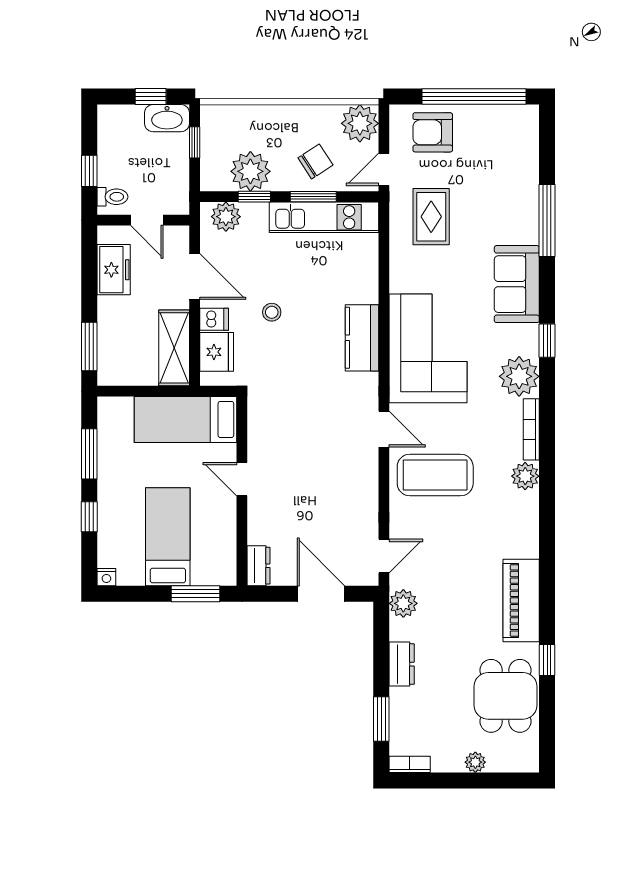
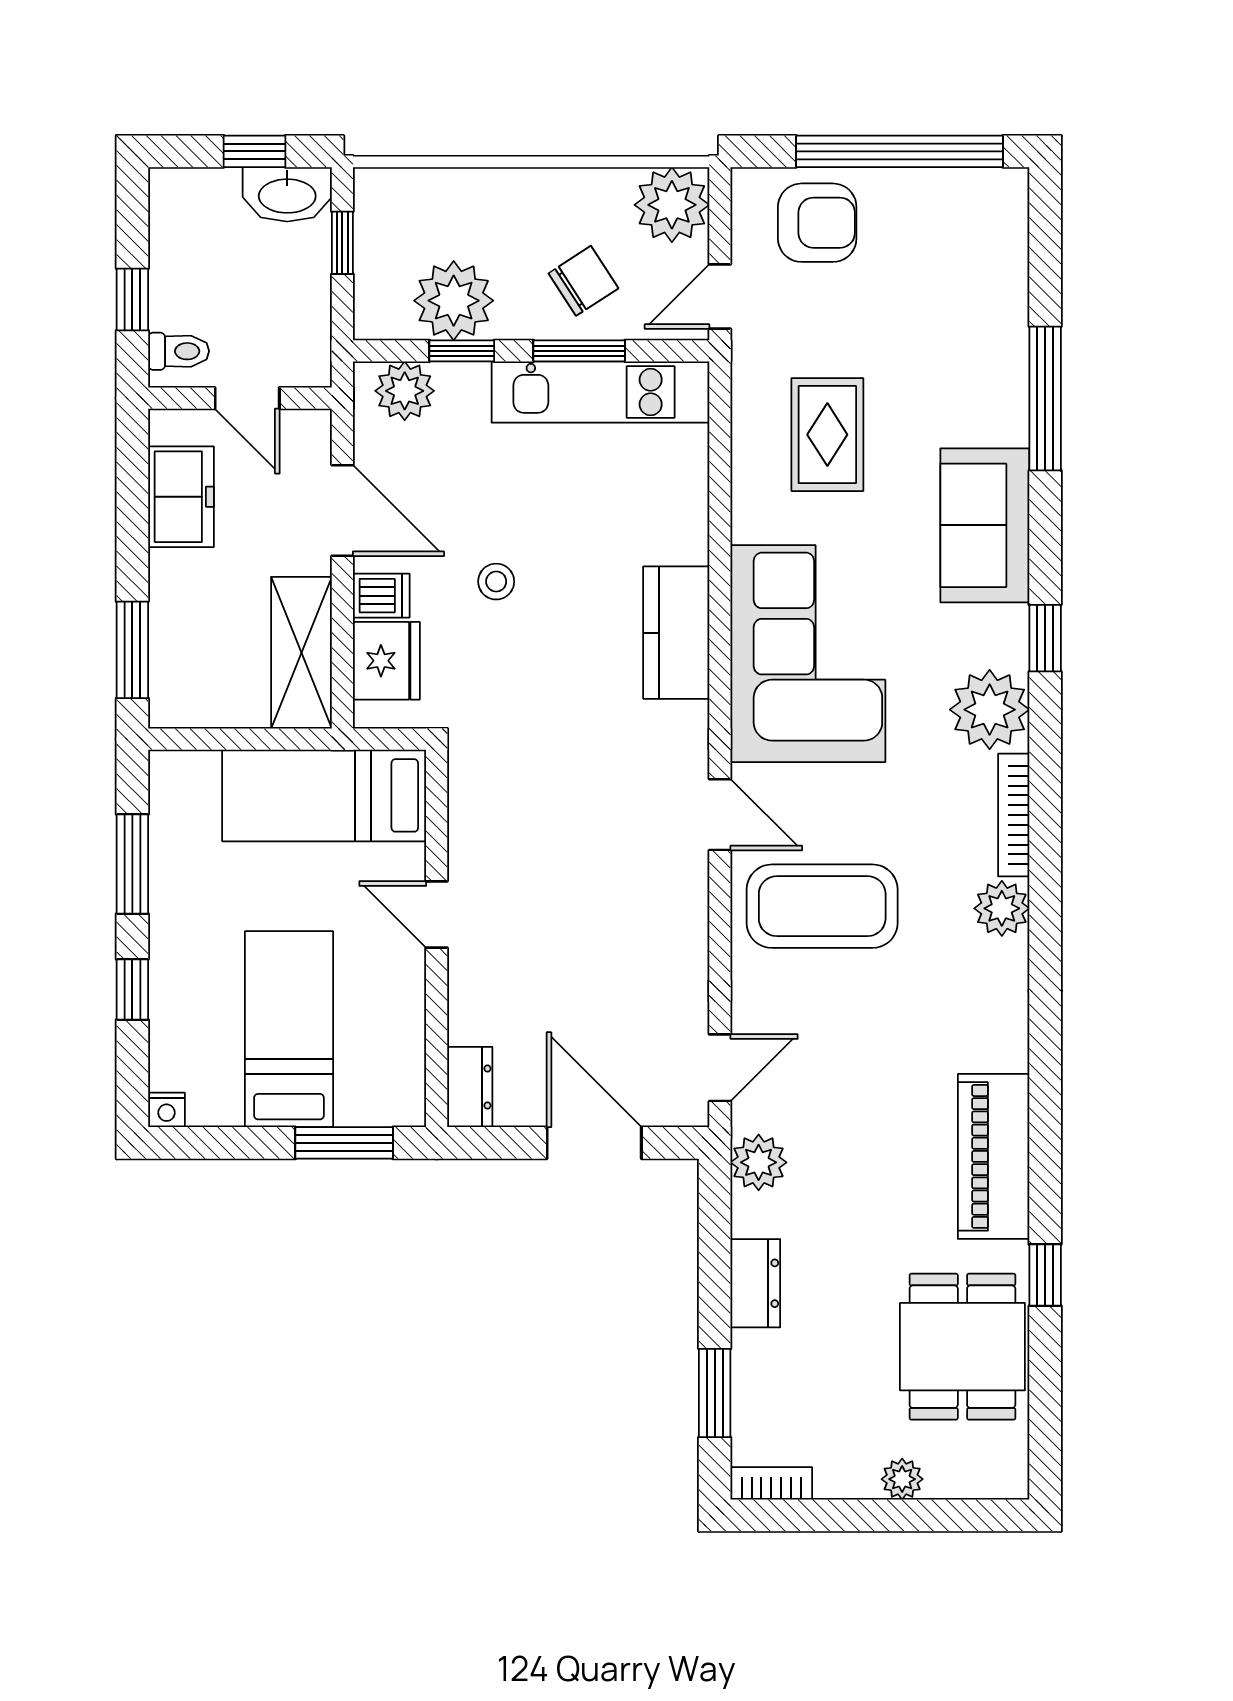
armchair: (433, 132) -> (817, 223), turned 180
rug: (431, 217) -> (827, 435), moved

